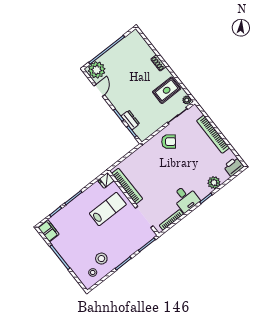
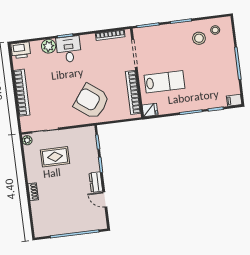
plant: (97, 70) -> (96, 220), removed
door: (99, 90) -> (105, 199), hinge flipped
rug: (167, 90) -> (55, 157), moved
dresser: (130, 120) -> (96, 182), moved
armchair: (169, 142) -> (91, 101), moved, width x1.88, depth x1.88
desk: (186, 198) -> (69, 49), moved
lab bench: (108, 209) -> (165, 82), turned 180
filing cabinet: (48, 231) -> (234, 100), width x0.50

